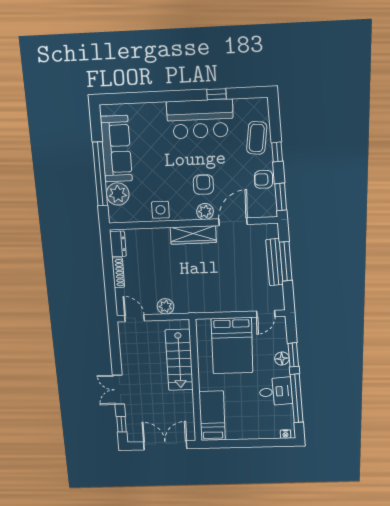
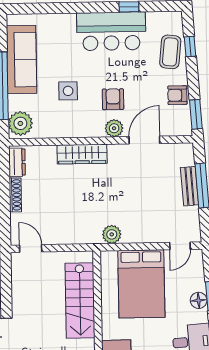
window: (277, 152) -> (190, 46), moved
plant: (118, 194) -> (20, 123), moved
side table: (160, 210) -> (68, 91), moved
wardrobe: (193, 235) -> (82, 154), moved
bench: (274, 262) -> (190, 186), width x0.73
plant: (165, 306) -> (112, 234), moved

